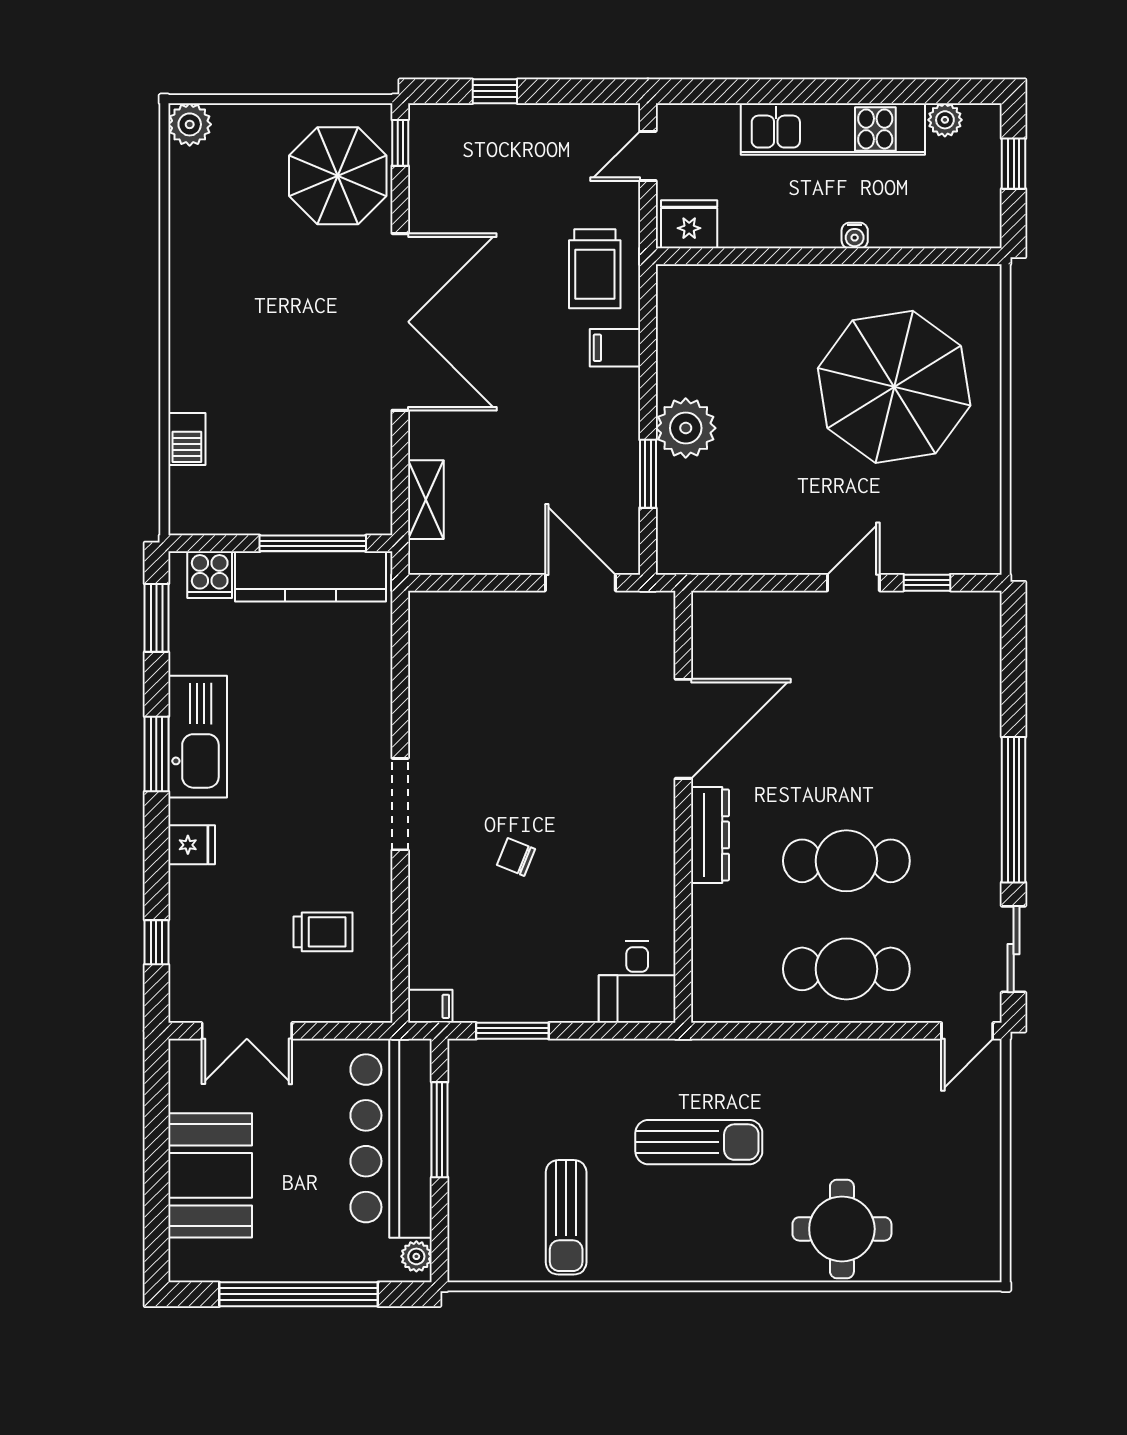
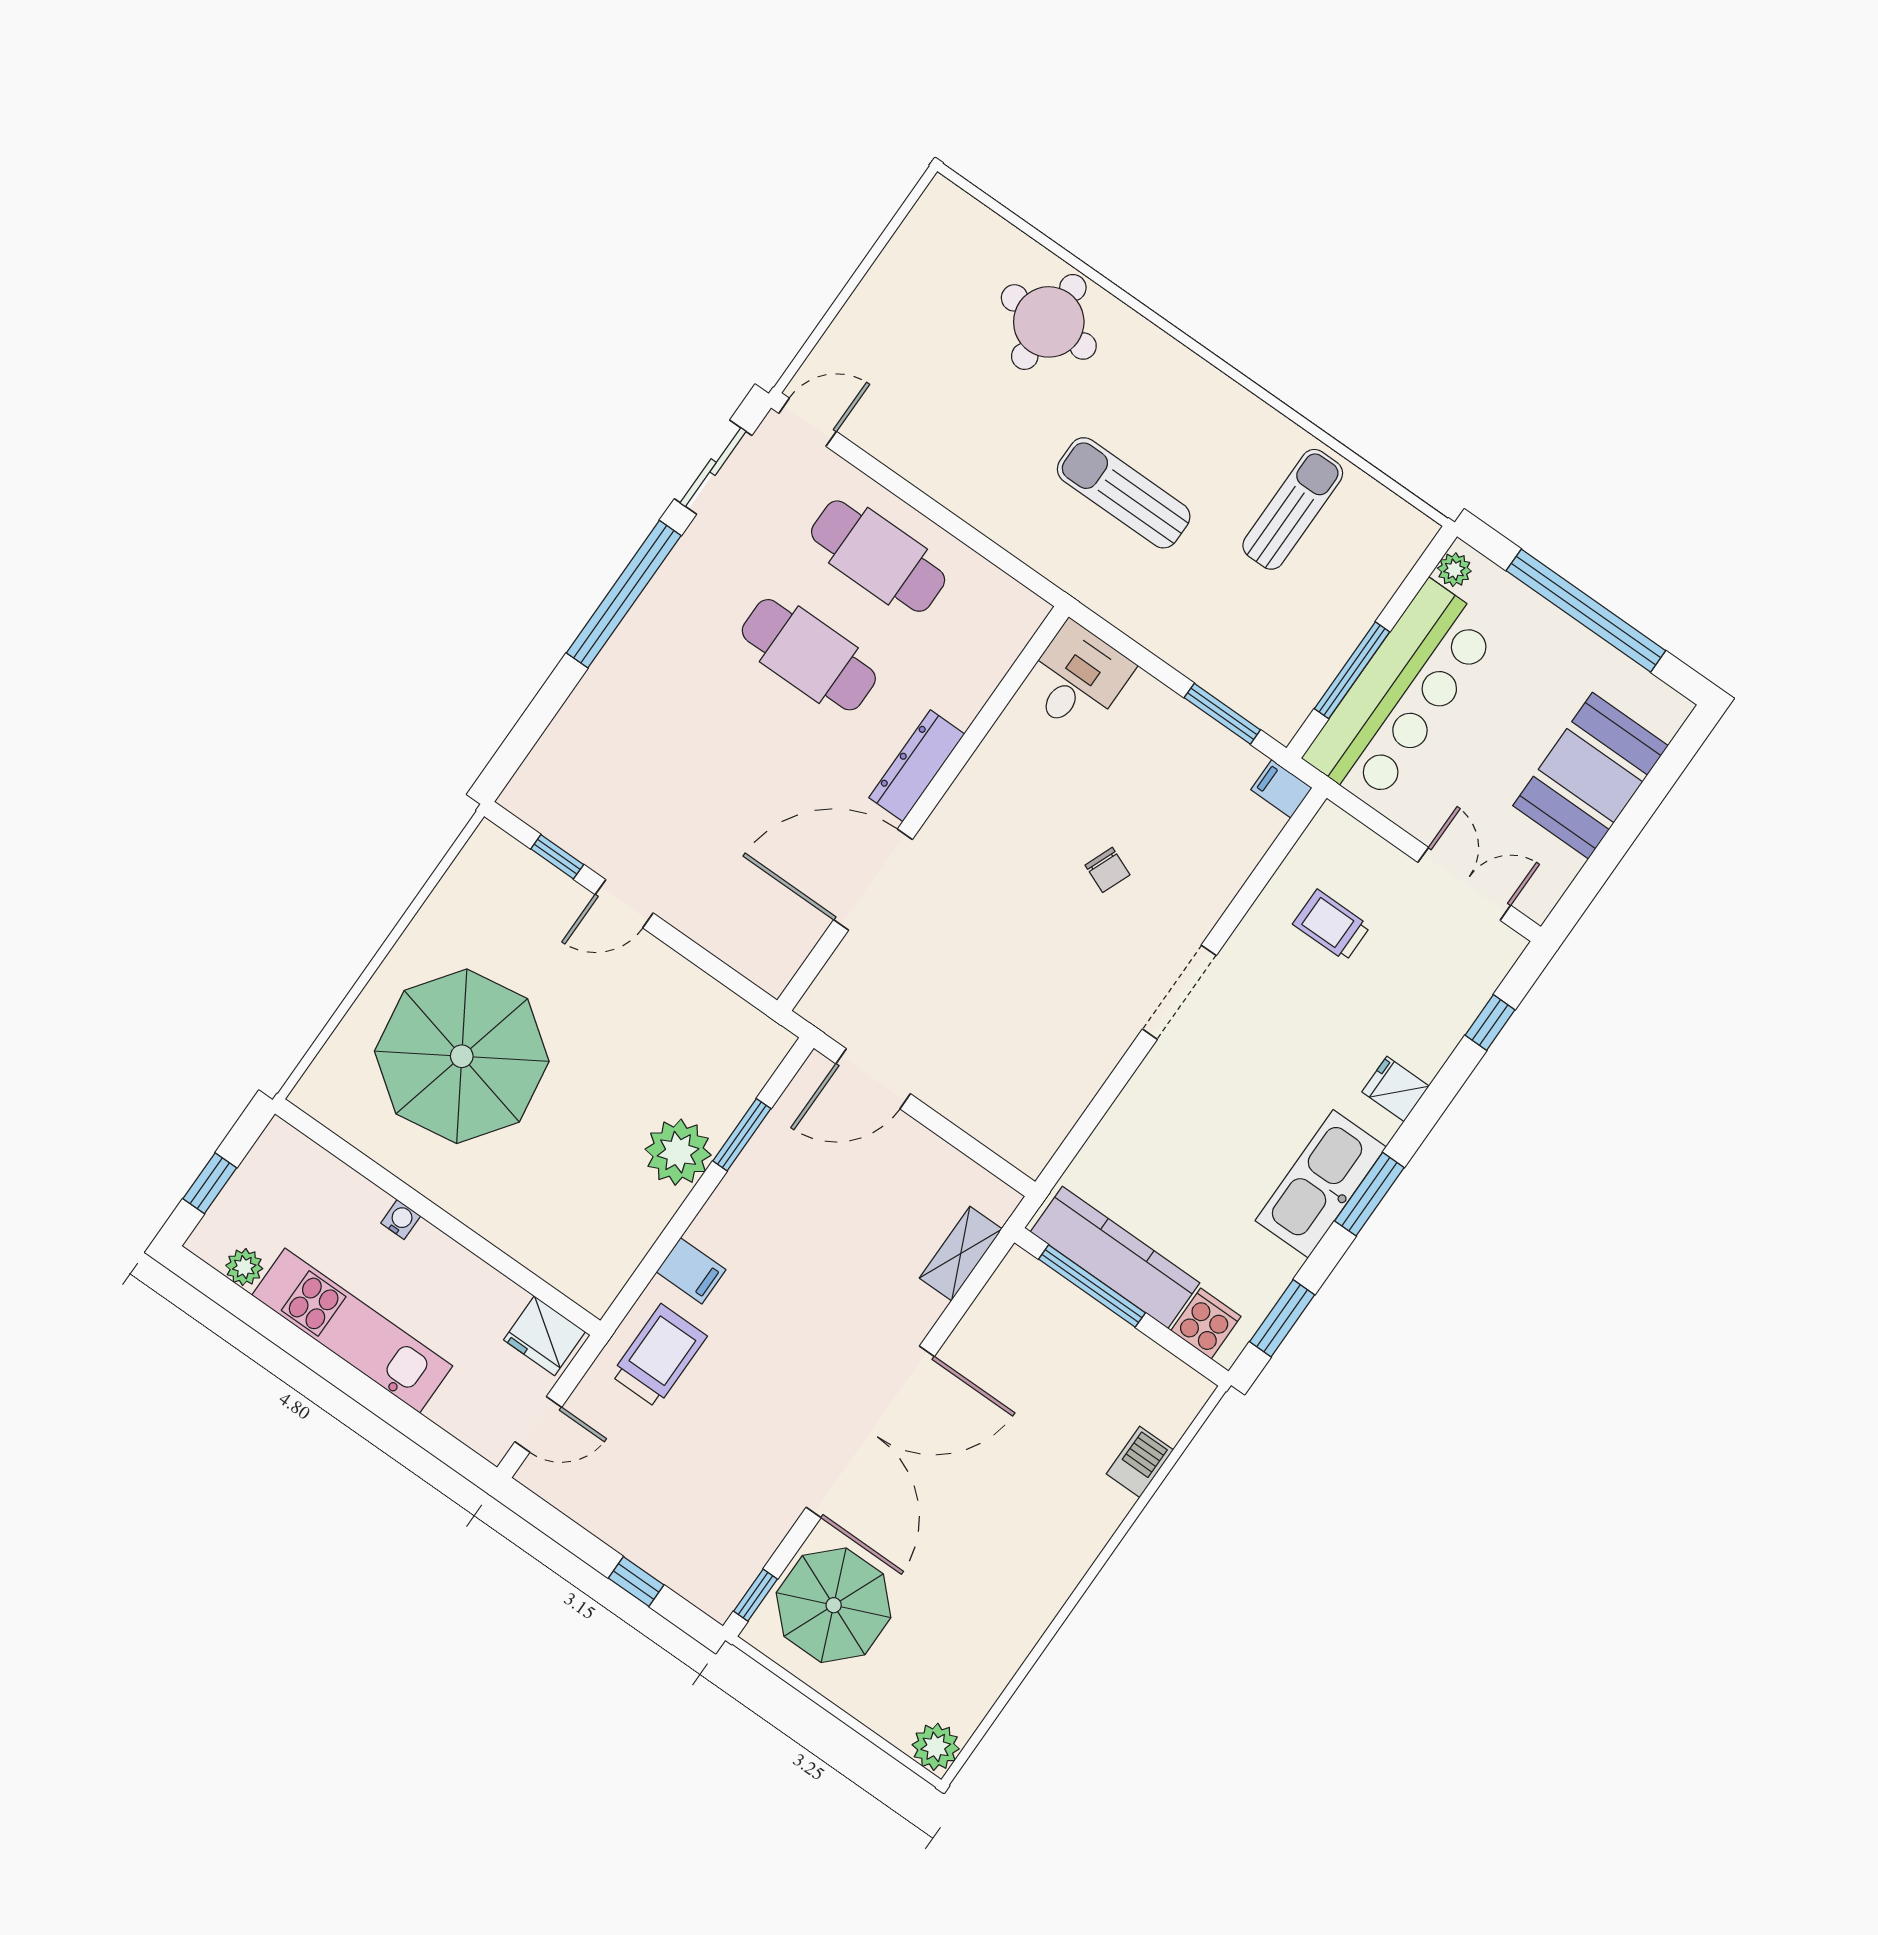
double door: (400, 322) -> (870, 1432), swing flipped
door: (580, 583) -> (873, 1079), hinge flipped

